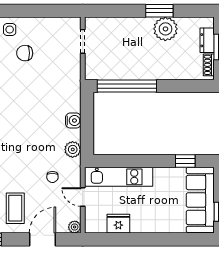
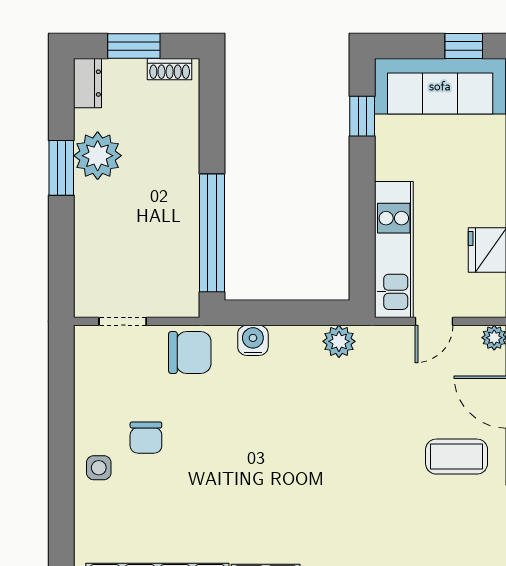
dresser: (207, 40) -> (88, 83), moved, turned -90
water cooler: (73, 121) -> (253, 340), moved
chair: (52, 177) -> (190, 352), moved, width x1.87, depth x1.87

